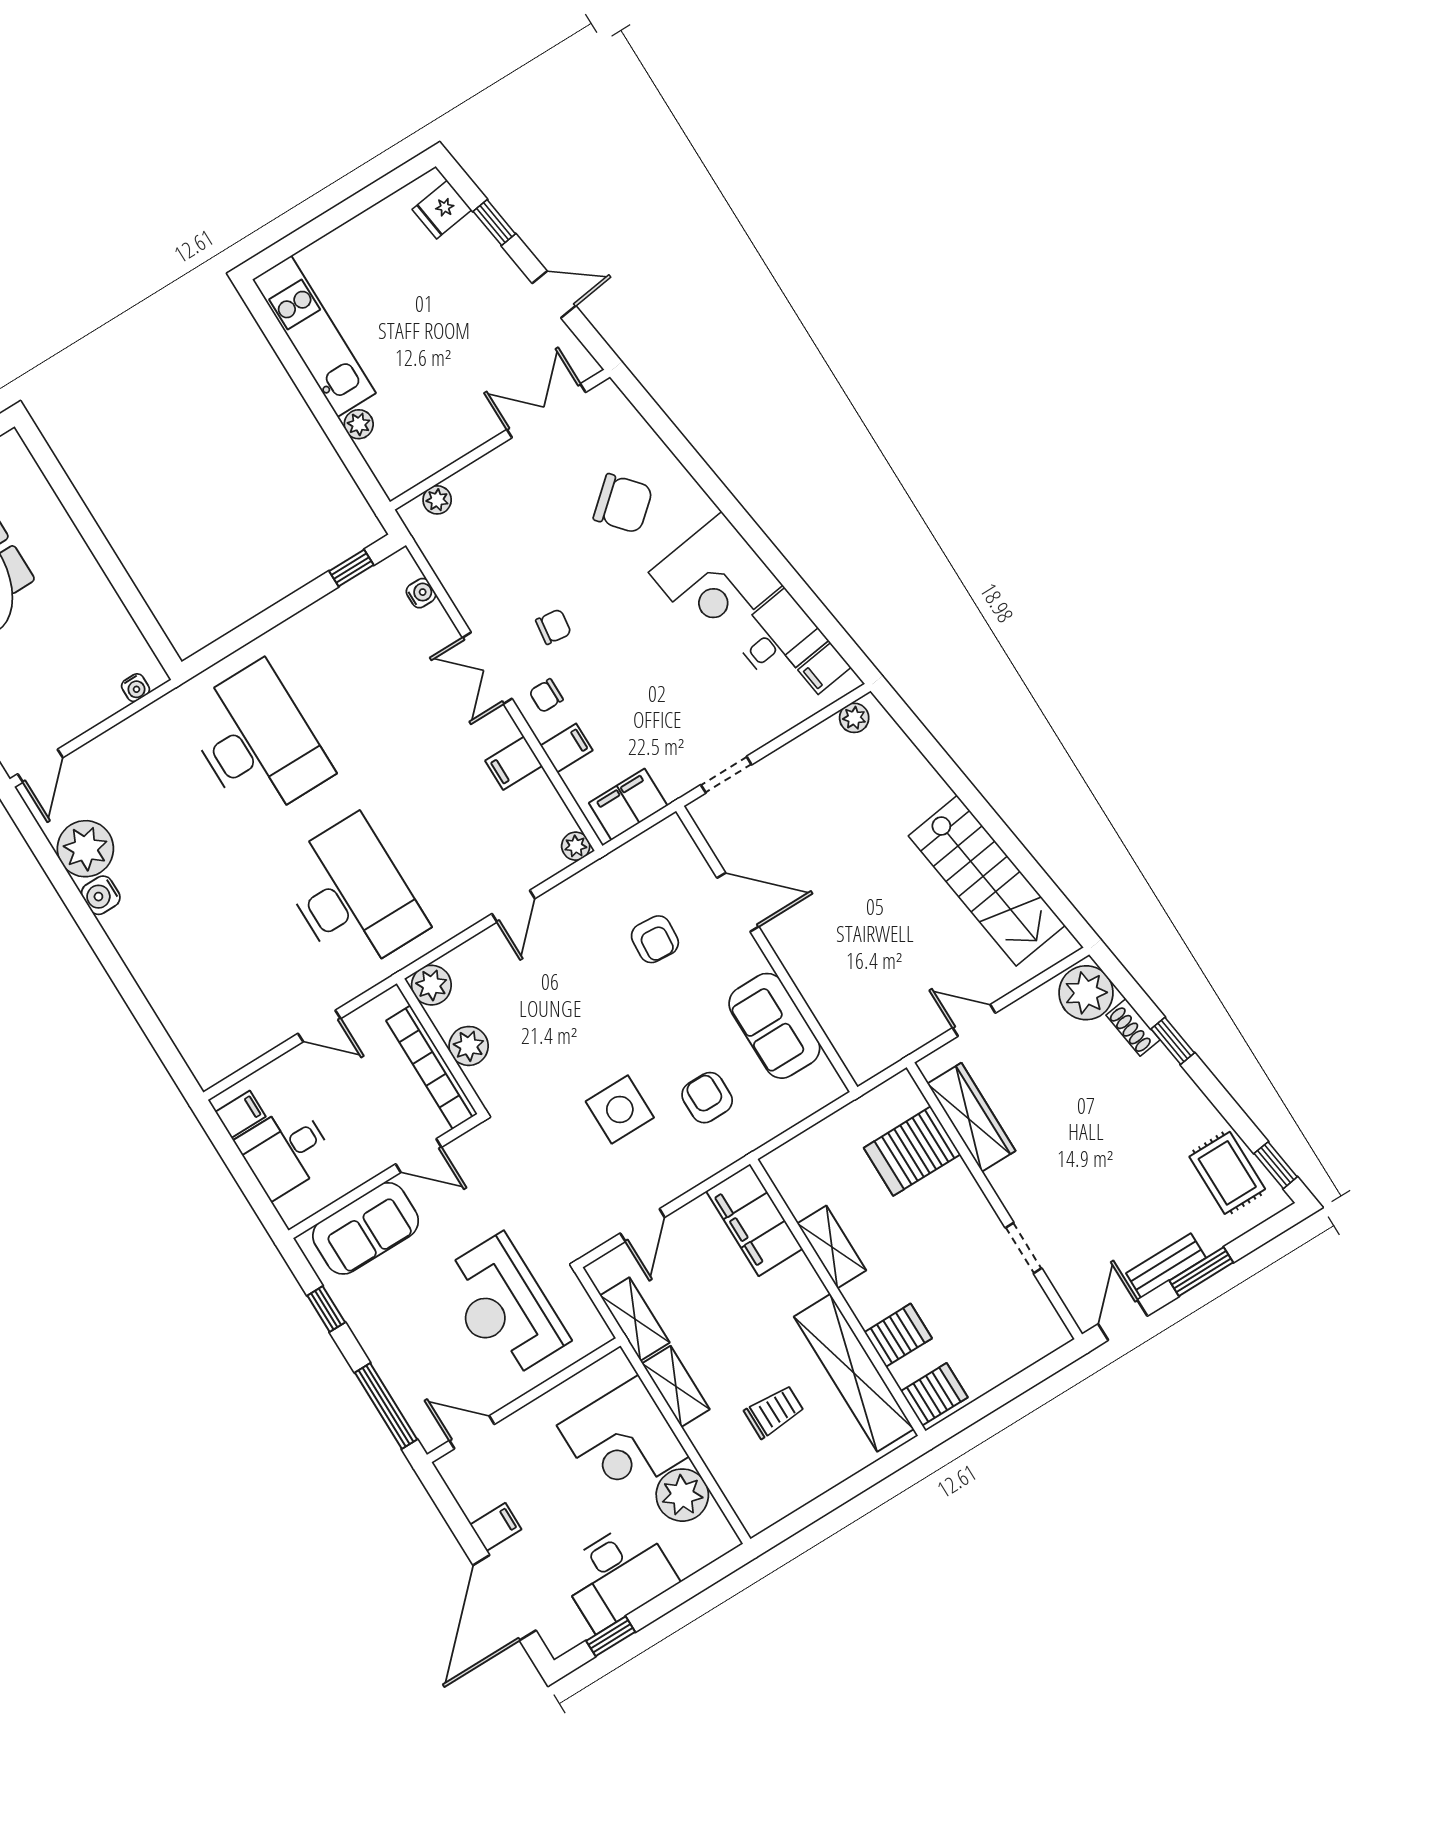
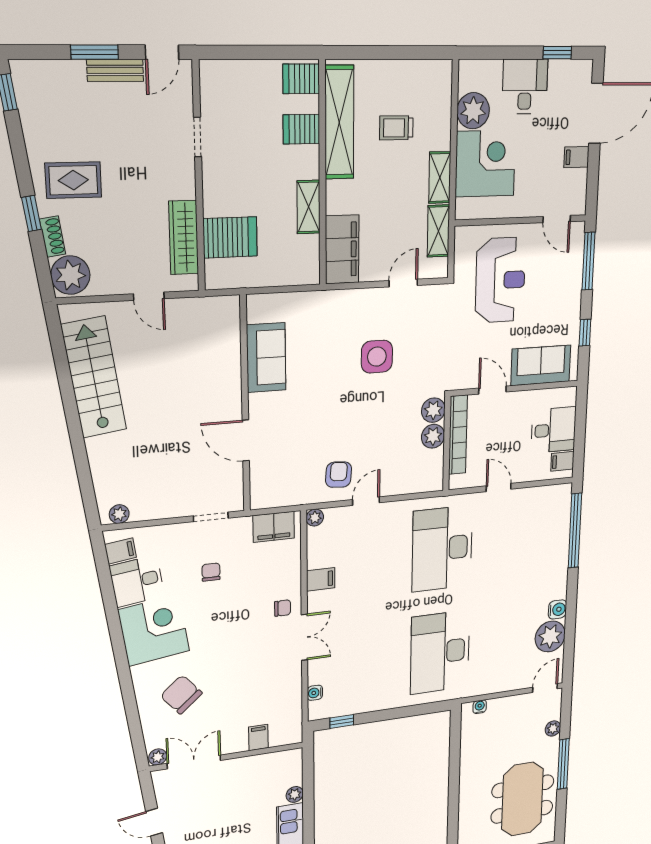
double door: (546, 411) -> (194, 762), swing flipped
plant: (437, 500) -> (158, 757), moved
chair: (553, 627) -> (211, 572), moved, turned 83
filing cabinet: (567, 748) -> (258, 737), moved, turned 90
armchair: (655, 939) -> (339, 475), moved
plant: (431, 985) -> (433, 410), moved
window: (151, 1025) -> (575, 531), added
armchair: (707, 1098) -> (327, 337), removed
rug: (1227, 1173) -> (73, 180), moved, turned 90
desk: (618, 1575) -> (525, 86), width x0.73

